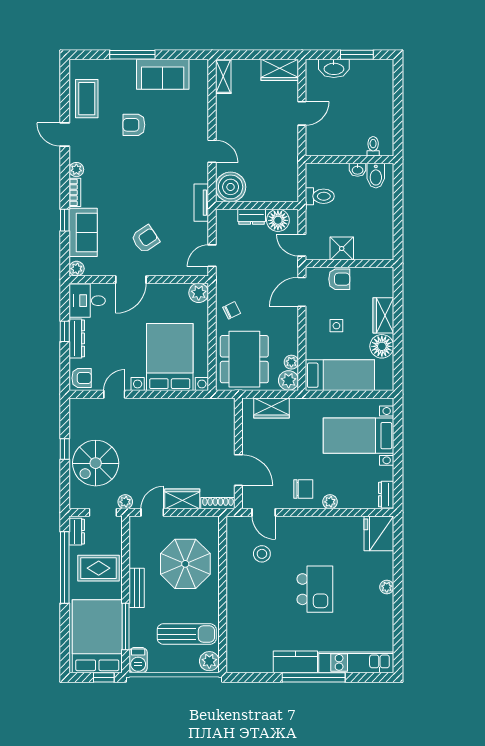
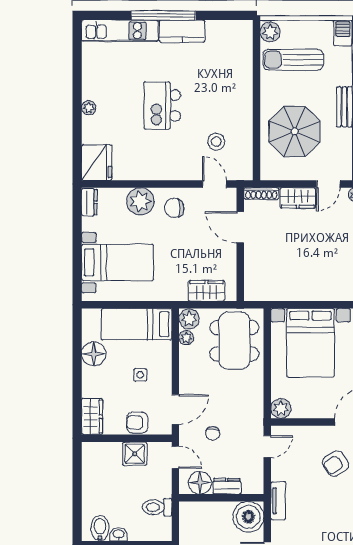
chair: (232, 310) -> (213, 433), moved, turned -64
wardrobe: (383, 315) -> (92, 417), moved
plant: (330, 502) -> (140, 201), width x1.87, depth x1.87

